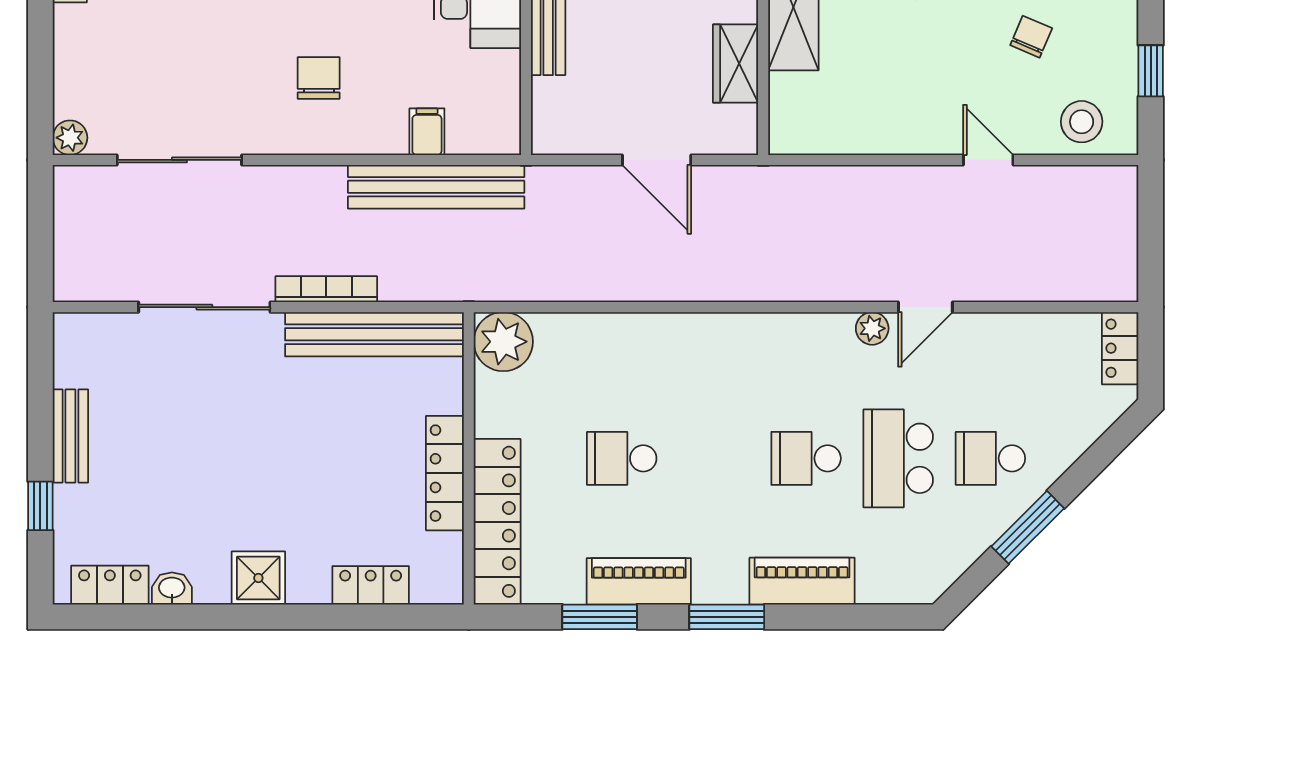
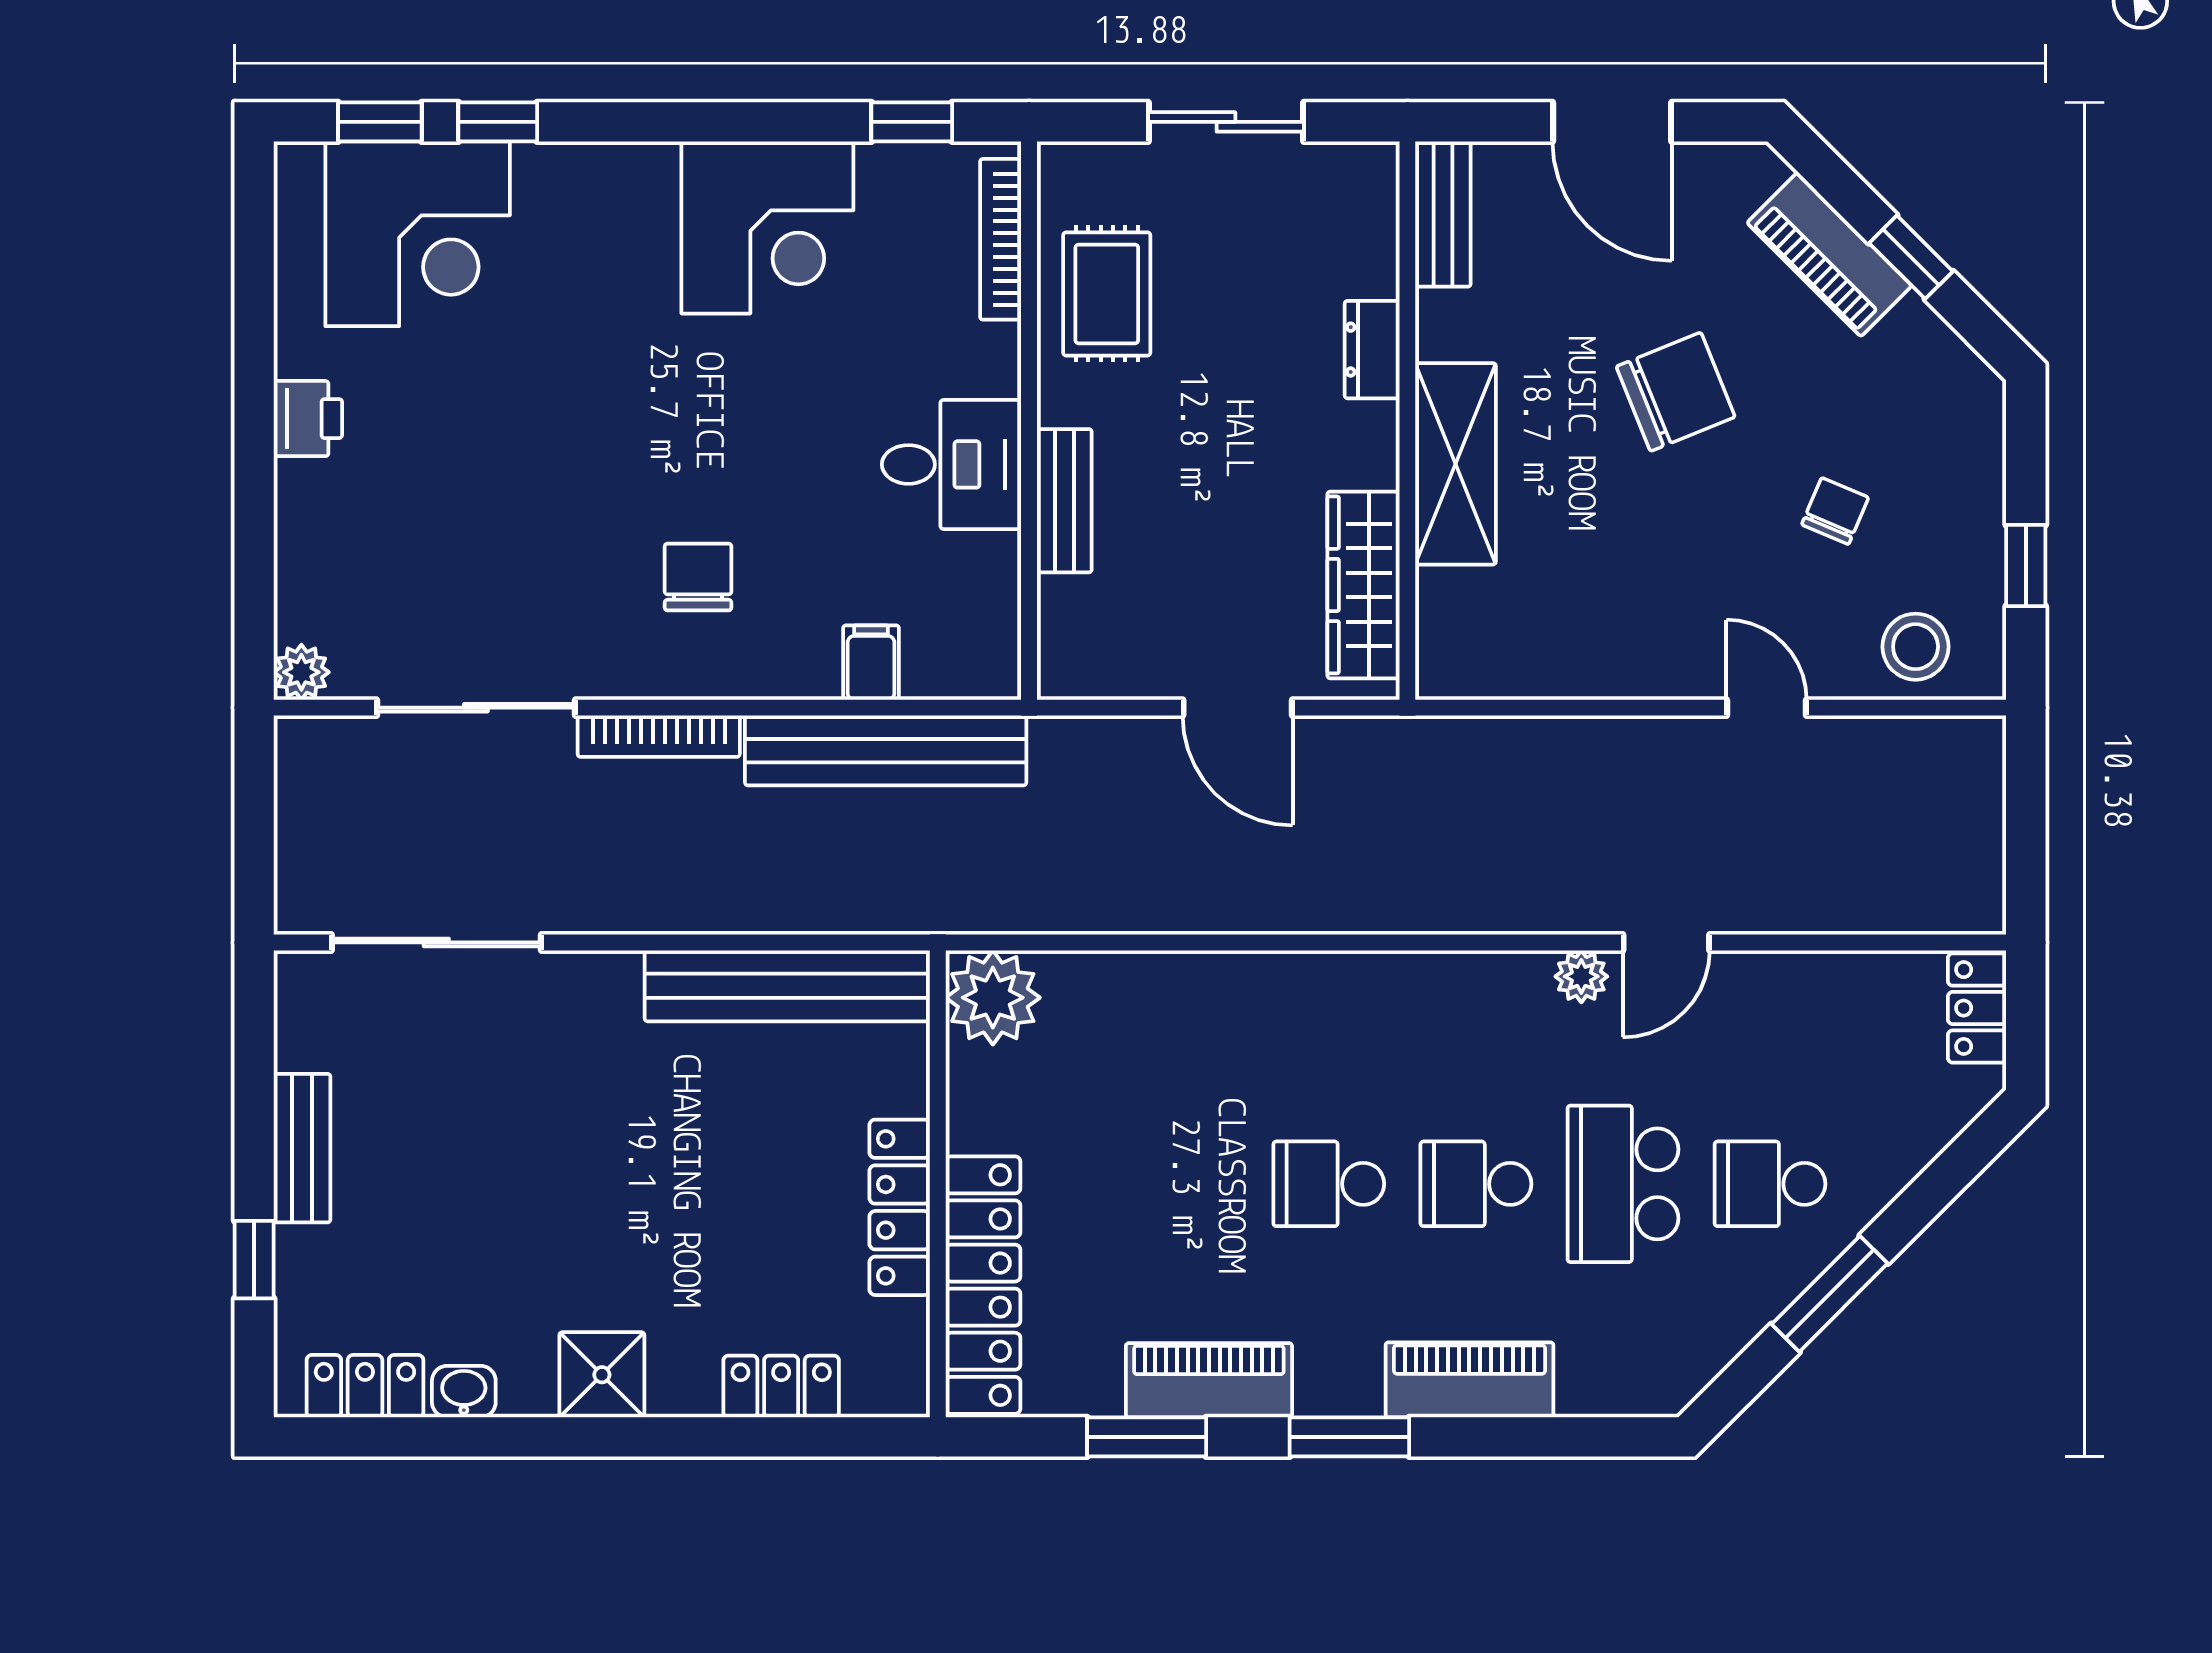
wardrobe: (736, 64) -> (1363, 585), width x1.50
bookcase: (326, 289) -> (659, 736), moved, turned 180
sliding door: (204, 307) -> (436, 942), moved
school desk: (622, 458) -> (1329, 1184), moved

